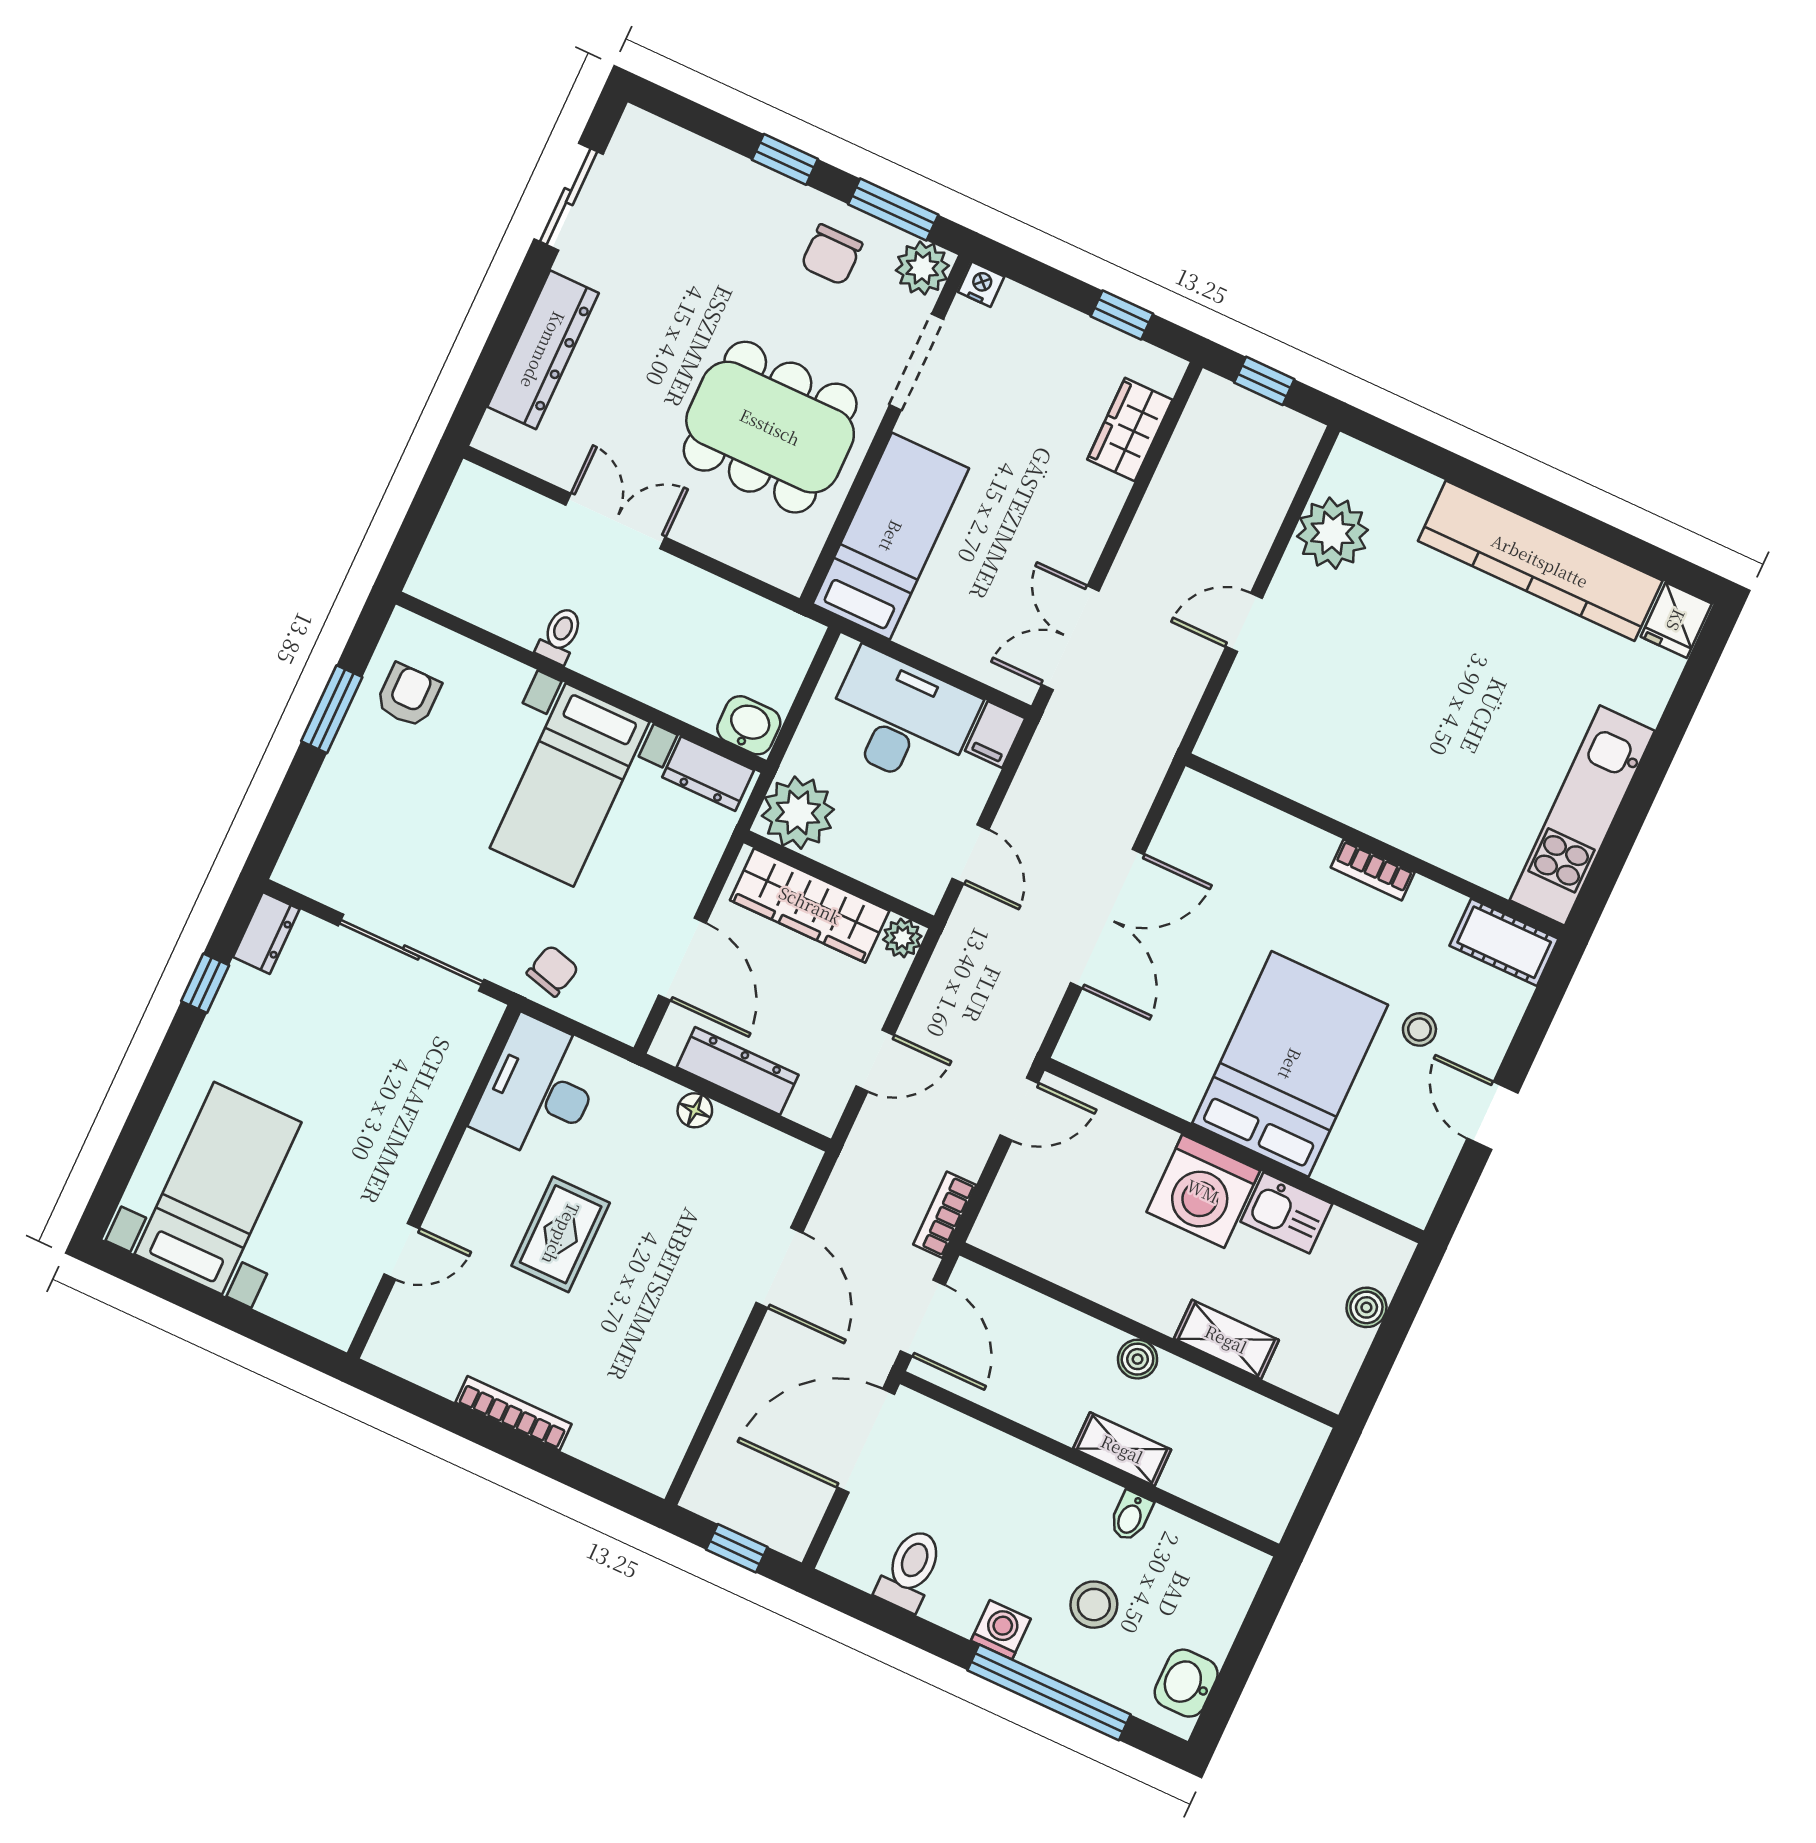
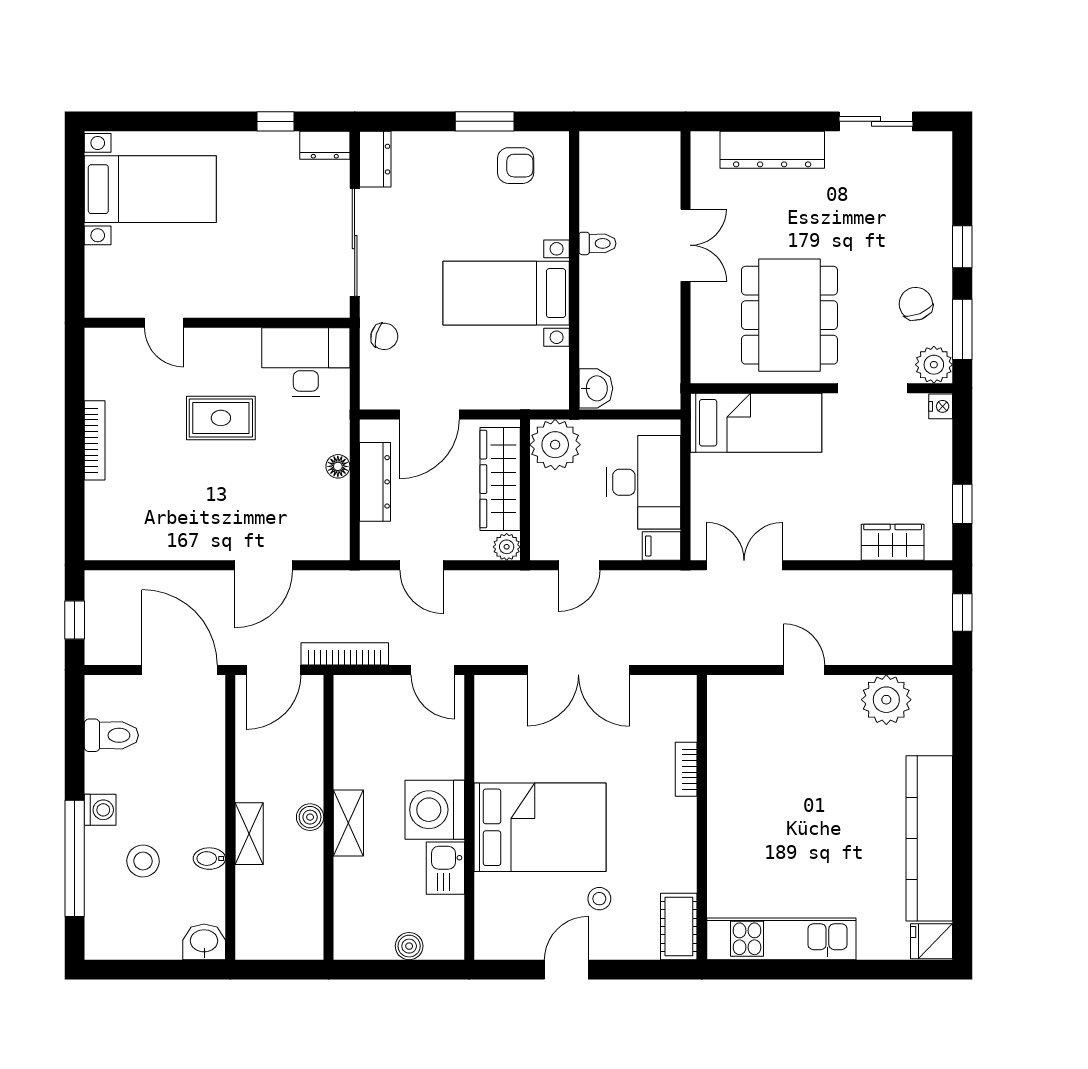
chair: (832, 255) -> (916, 304), turned 68
dresser: (708, 774) -> (375, 159), moved, turned 180
bookcase: (1373, 870) -> (686, 769), moved
bookcase: (945, 1215) -> (345, 654), width x1.56
shelving: (1226, 1339) -> (348, 823), moved
washbasin: (1186, 1683) -> (204, 942), moved

